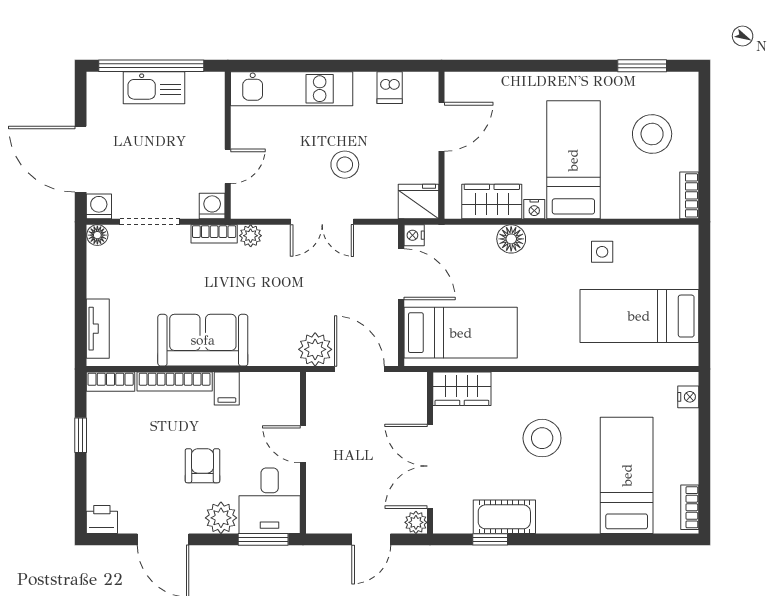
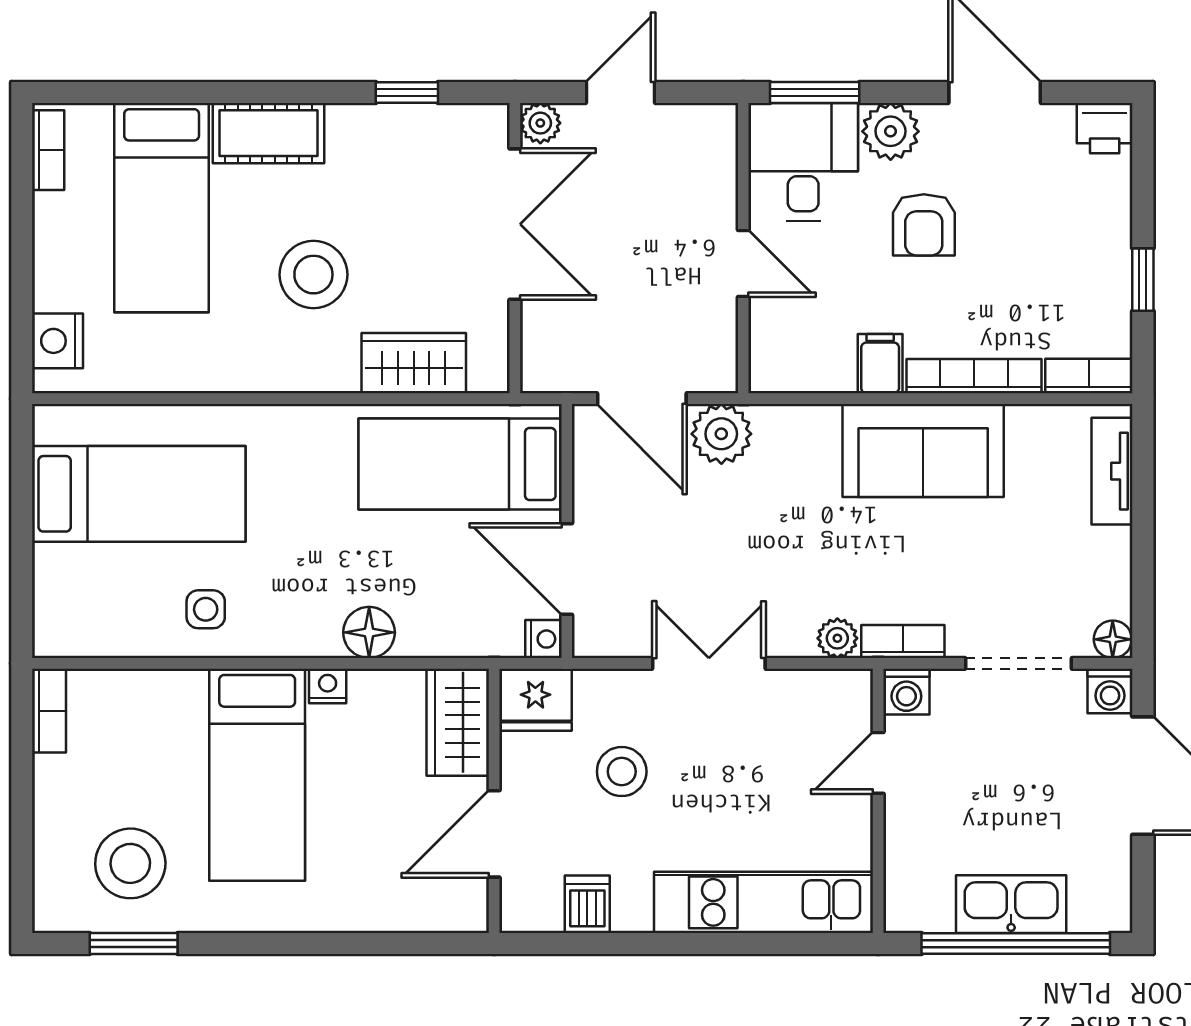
stool: (652, 134) -> (130, 863), moved
stool: (345, 165) -> (622, 772), moved
wardrobe: (492, 201) -> (458, 722), moved, turned 90
wardrobe: (462, 389) -> (414, 363), moved
nightstand: (688, 397) -> (58, 341), width x1.39, depth x1.35
cot: (504, 517) -> (268, 133), moved

